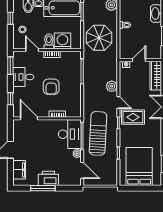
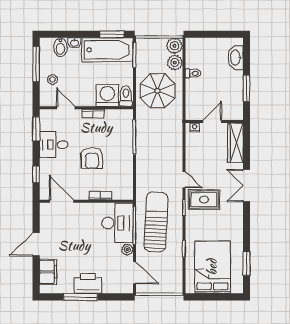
window: (10, 18) -> (36, 64), width x2.17
toilet: (49, 42) -> (126, 96), moved
plant: (112, 86) -> (175, 62), moved

